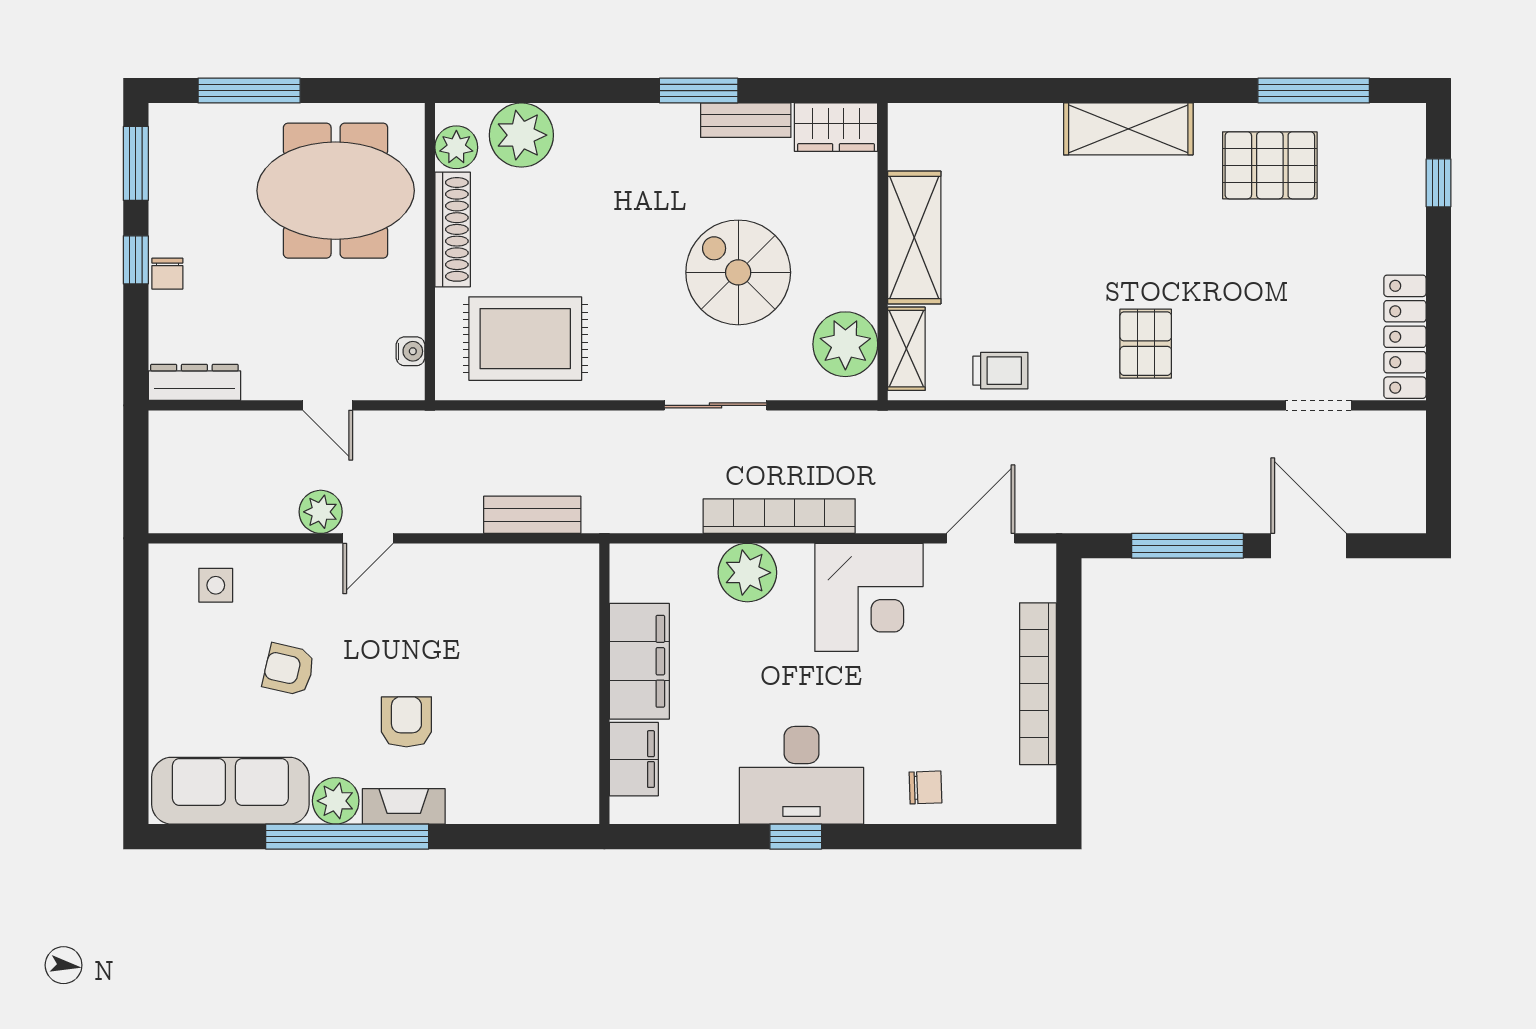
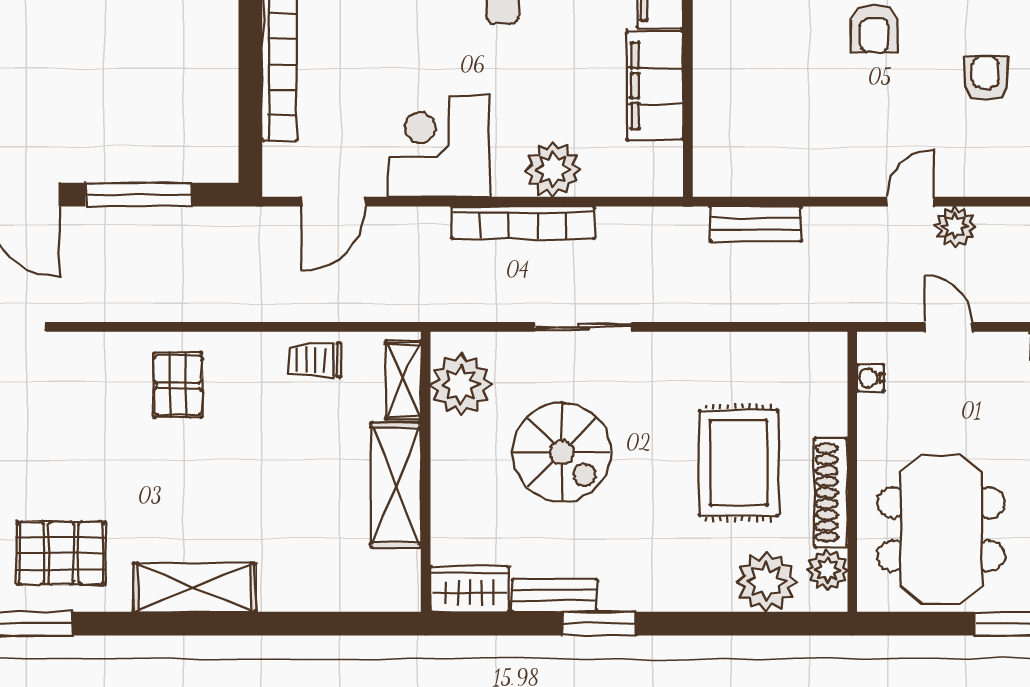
meeting table: (336, 191) -> (941, 529), turned 90
rug: (525, 339) -> (738, 463), moved, turned 90
armchair: (289, 669) -> (985, 78), turned -103

